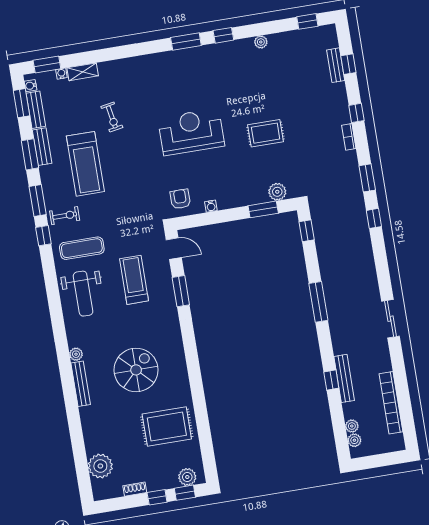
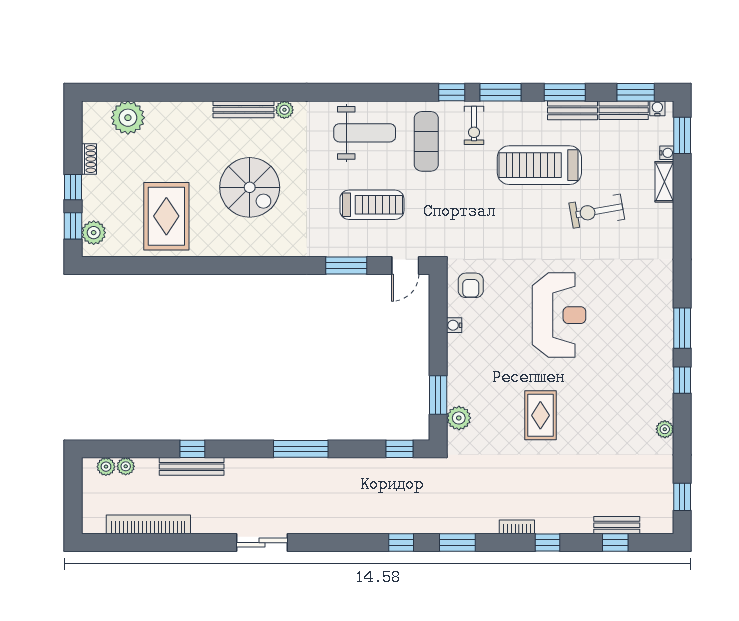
exercise bike: (112, 117) -> (597, 211), width x1.38, depth x1.39
armchair: (180, 199) -> (471, 285), turned 90
weight bench: (83, 294) -> (365, 133), turned 180

